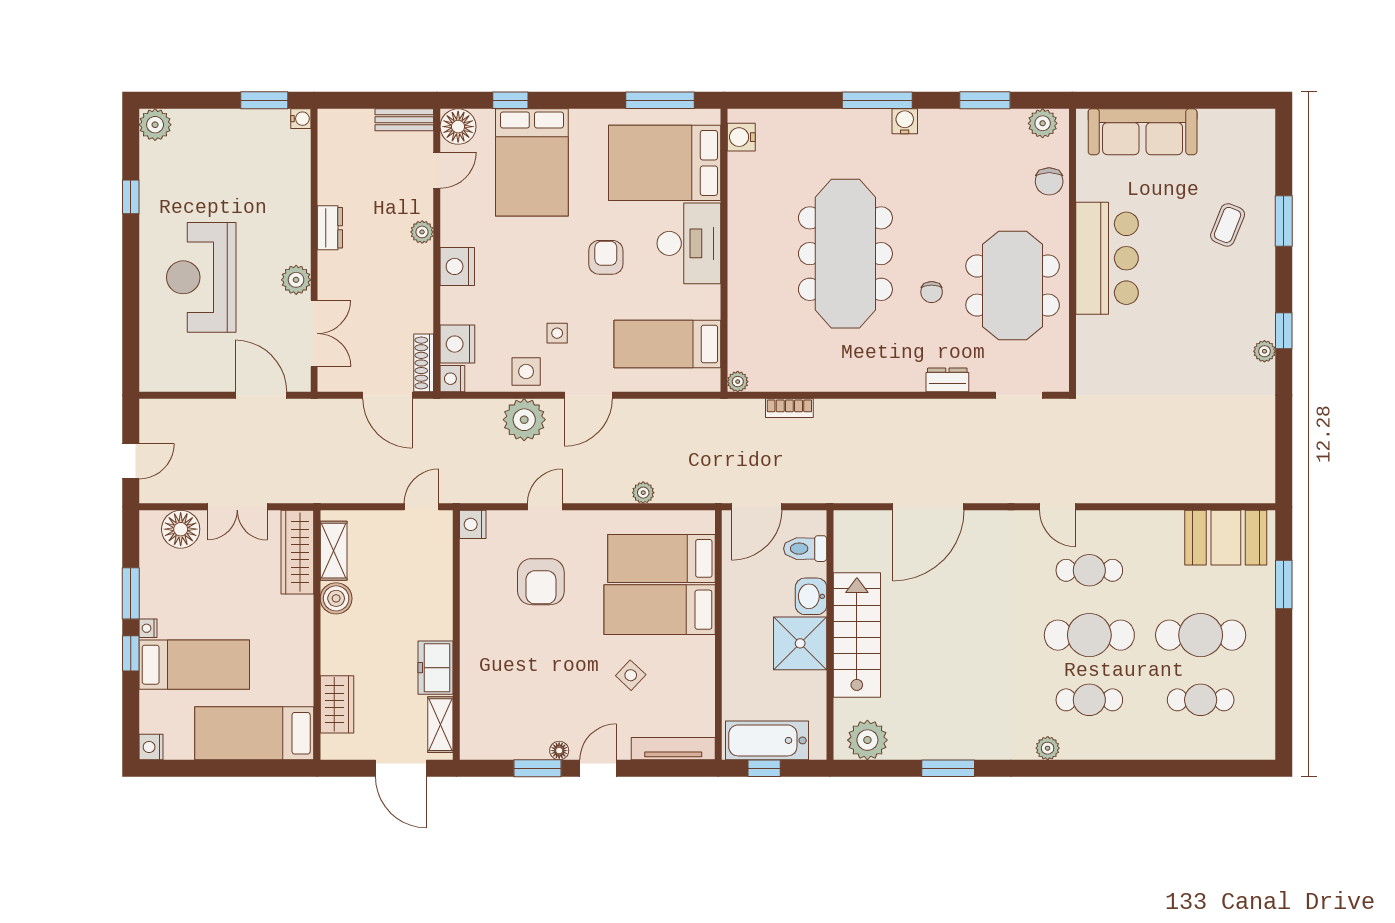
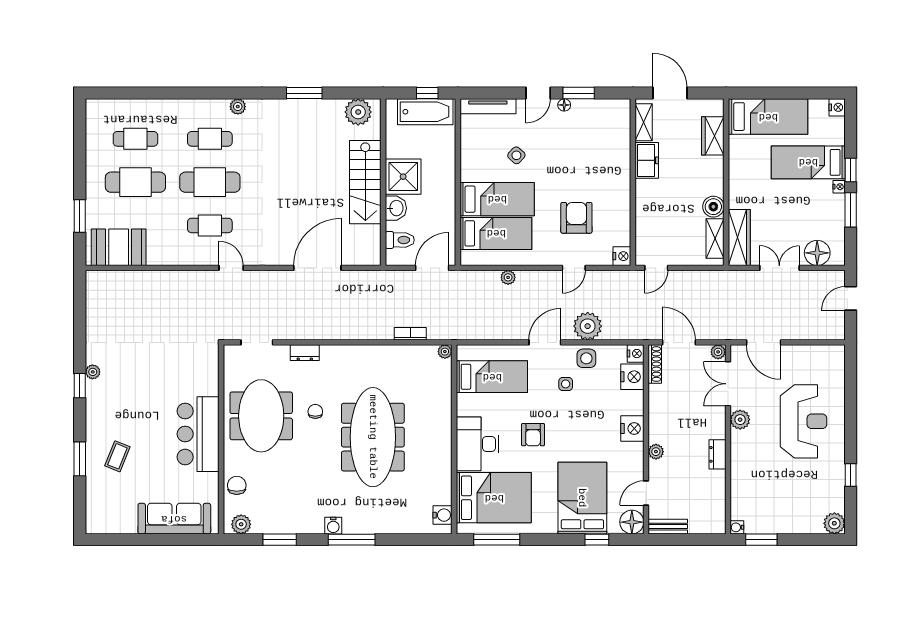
plant: (329, 381) -> (718, 352), added

